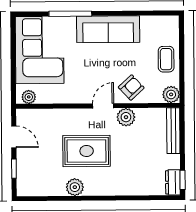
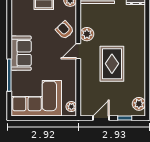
sofa: (108, 29) -> (21, 53), width x0.73
door: (103, 106) -> (78, 51), hinge flipped
plant: (75, 187) -> (139, 104), moved

